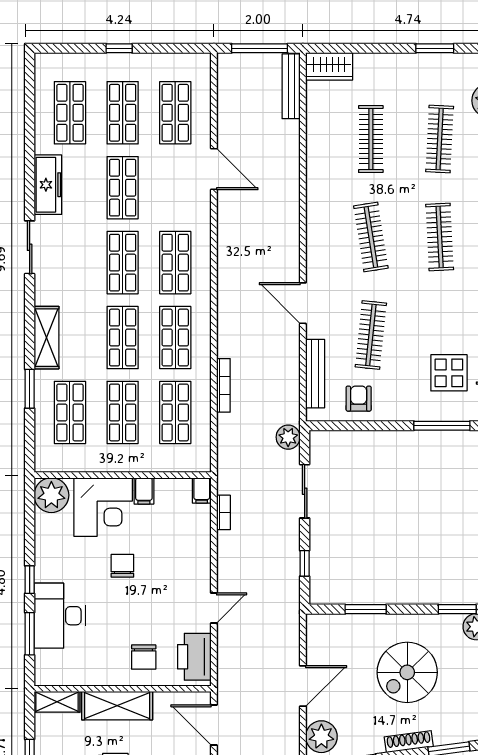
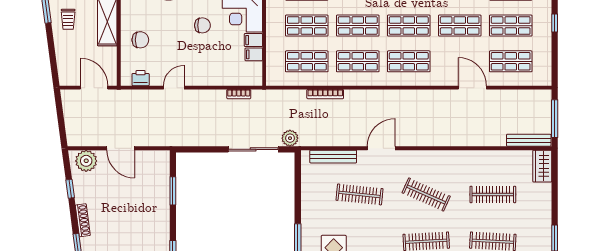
door: (214, 169) -> (472, 88), swing flipped
clothes rail: (371, 237) -> (426, 194), turned 33
armchair: (359, 399) -> (316, 186), removed
filing cabinet: (202, 490) -> (254, 54), moved
sliding door: (305, 491) -> (253, 149), width x1.37
window: (305, 563) -> (204, 149), removed
door: (214, 608) -> (174, 88), swing flipped
chair: (144, 657) -> (140, 40), turned 180
printer: (194, 657) -> (141, 78), width x0.53, depth x0.68
spiral stairs: (407, 672) -> (130, 219), removed
door: (214, 725) -> (94, 88), hinge flipped

